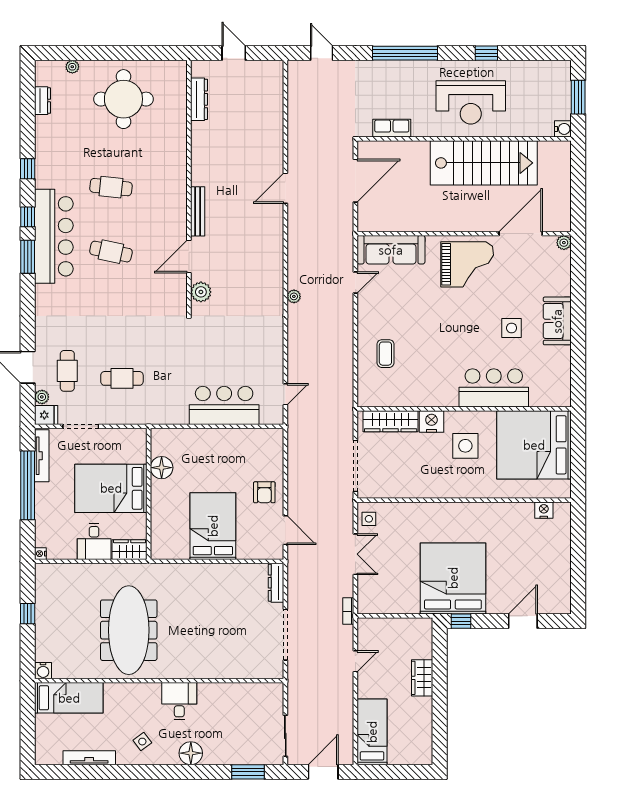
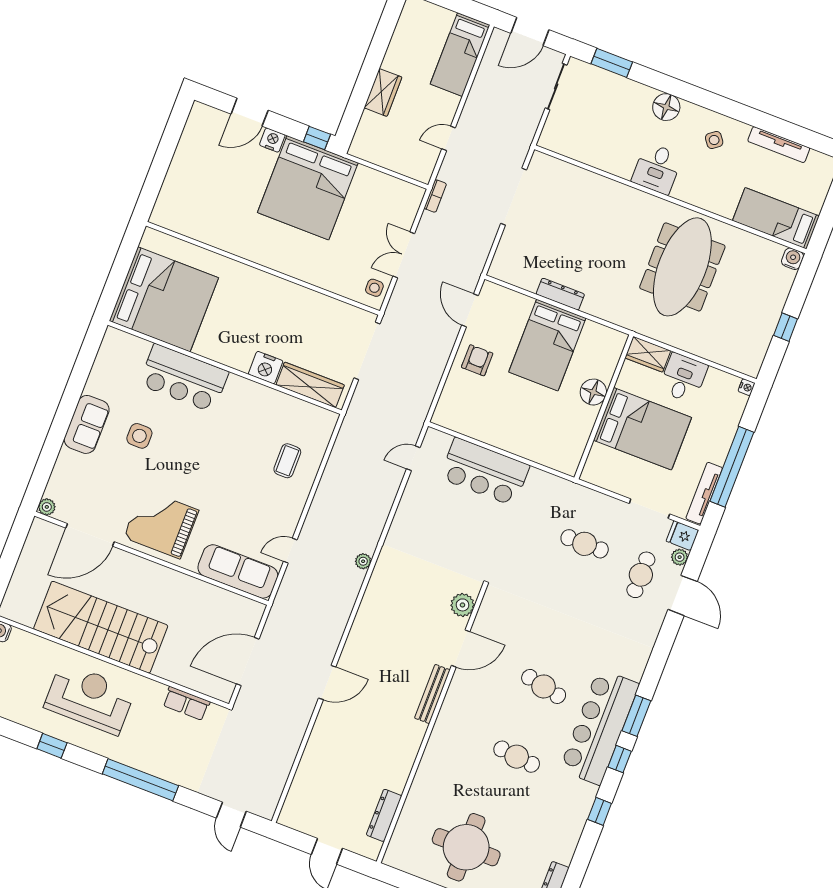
side table: (465, 446) -> (239, 327), removed
floor lamp: (162, 468) -> (593, 392), moved
nightstand: (544, 510) -> (272, 140), moved, turned 180
dresser: (276, 583) -> (560, 294), moved, turned -90

